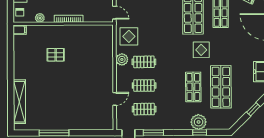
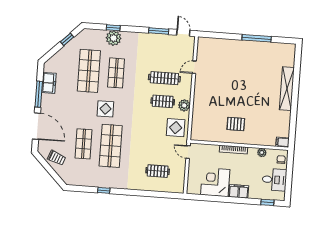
pallet: (56, 55) -> (236, 124), moved
clothes rail: (144, 85) -> (164, 78), width x1.36
shelving: (19, 102) -> (287, 89), moved
clothes rail: (144, 109) -> (166, 55), removed
window: (253, 109) -> (67, 39), moved

